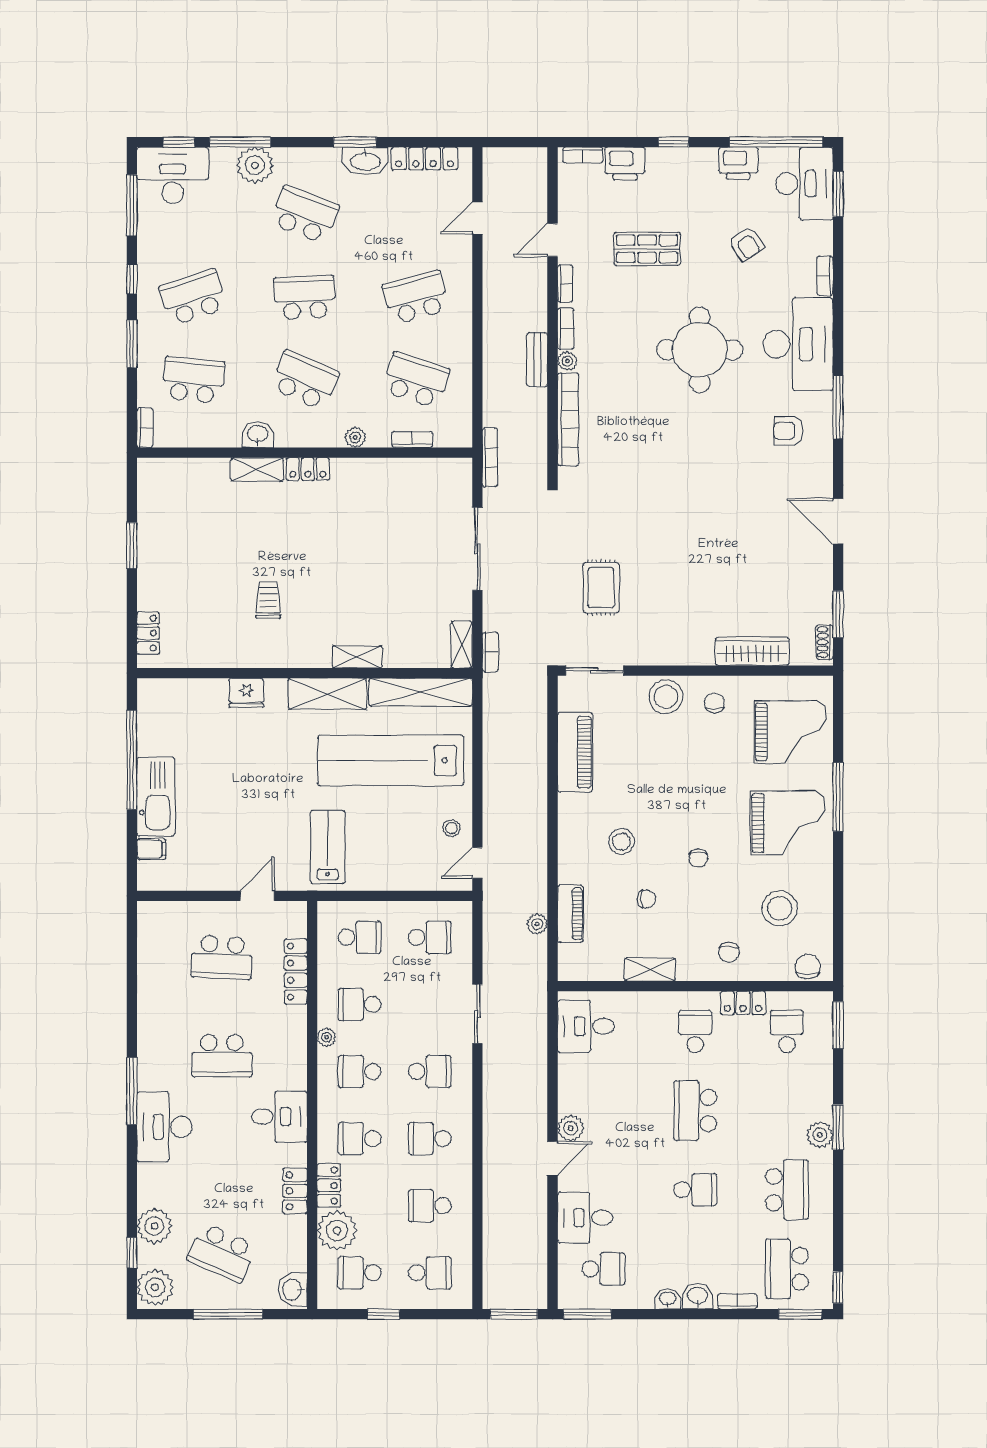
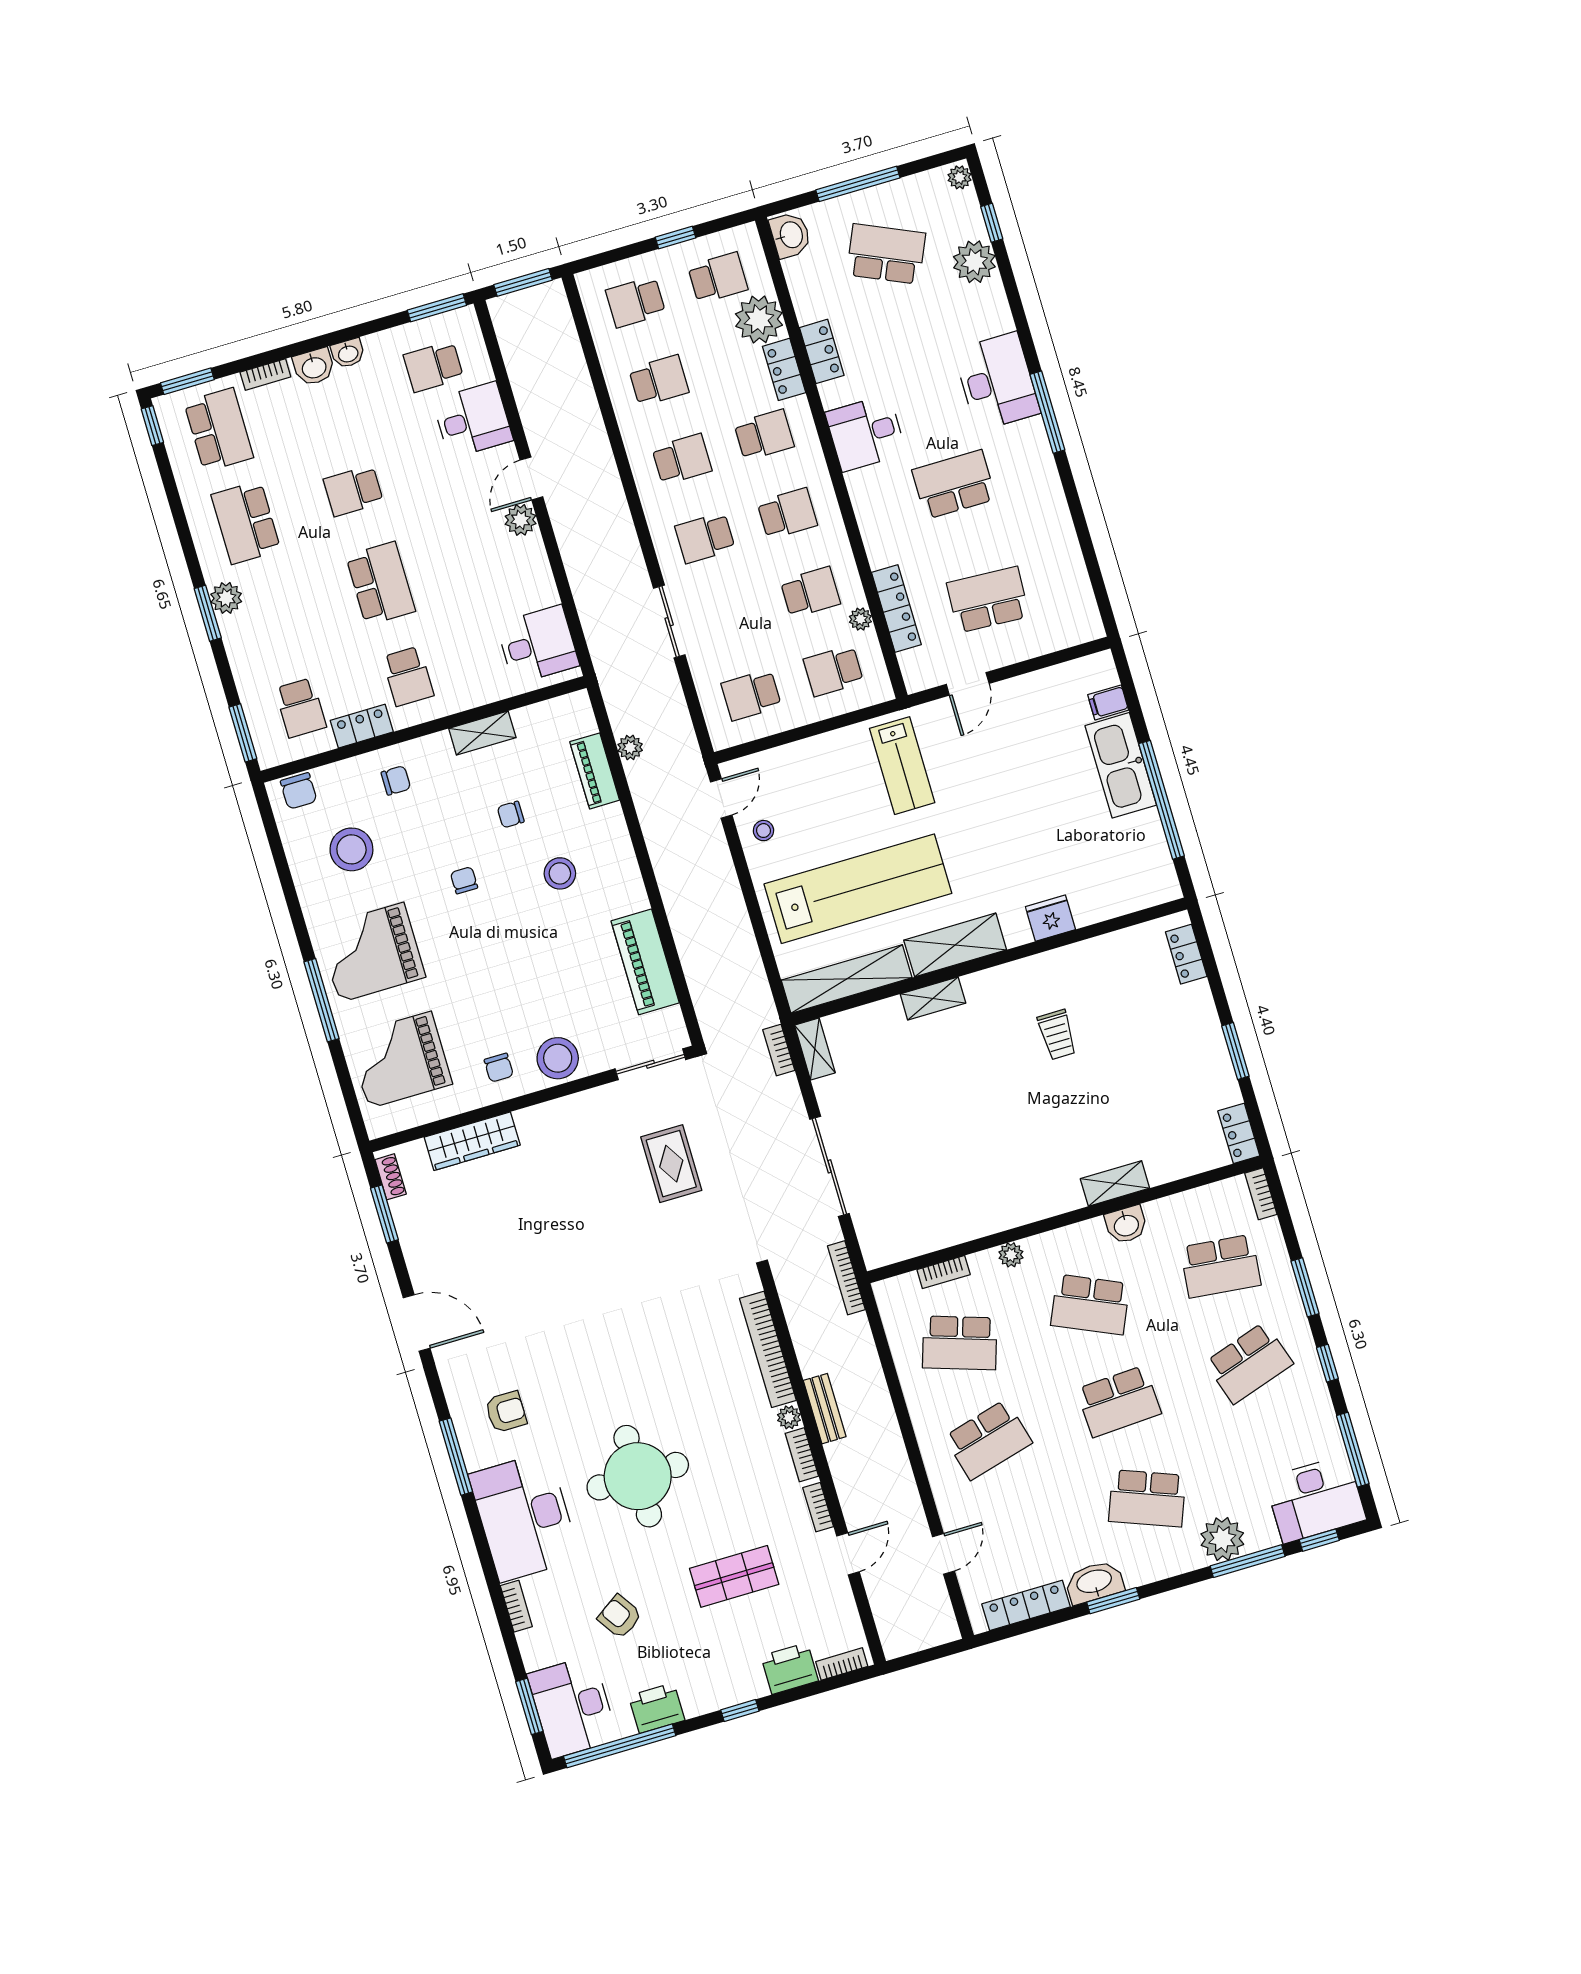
locker: (308, 469) -> (1239, 1133), moved, turned -90
chair: (729, 952) -> (396, 780), turned 90
plant: (326, 1037) -> (860, 619), moved
plant: (155, 1287) -> (960, 177), width x0.53, depth x0.53

